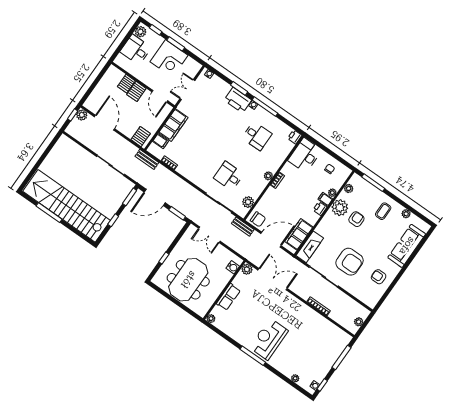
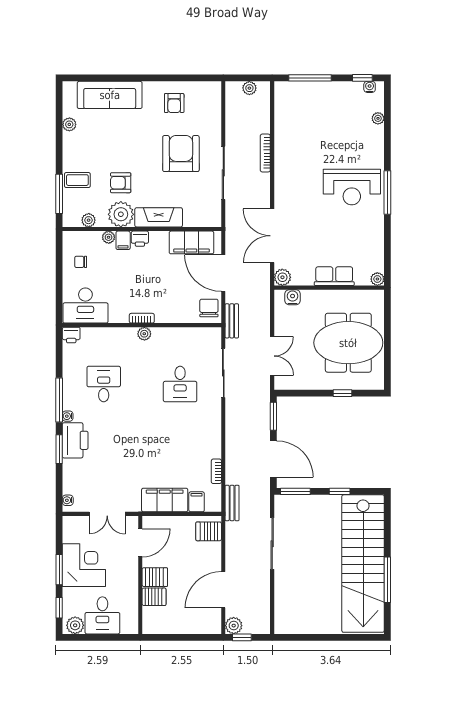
plant: (248, 202) -> (196, 336), removed
coffee table: (383, 211) -> (77, 180), moved
fireplace: (310, 247) -> (159, 217), moved

